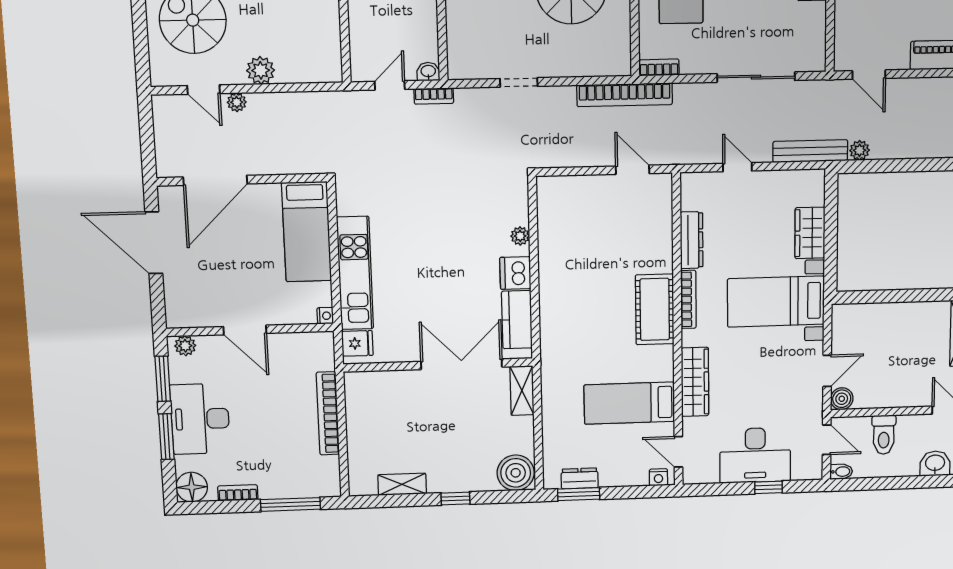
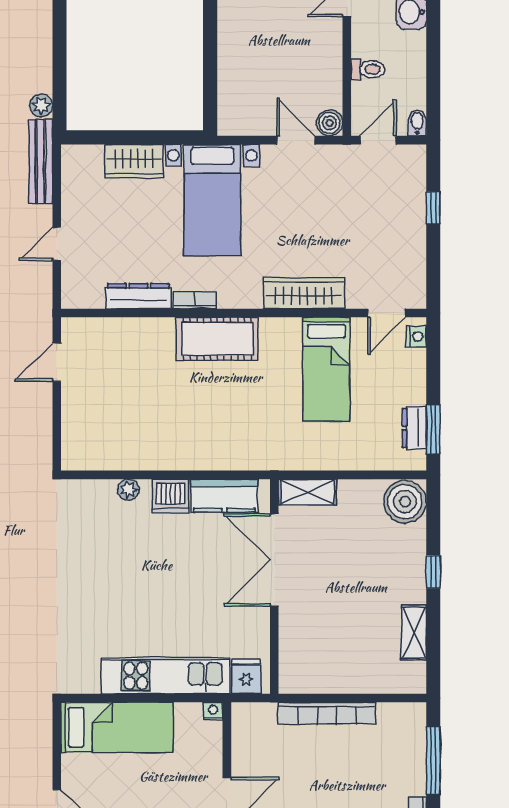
bookcase: (688, 299) -> (195, 300), width x0.64
toilet: (884, 435) -> (368, 69), width x0.73, depth x0.72
desk: (755, 455) -> (394, 224), removed

